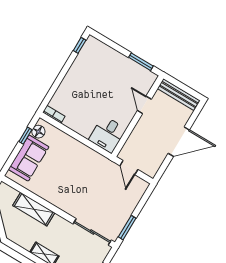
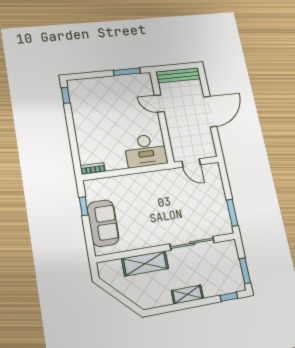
floor lamp: (38, 132) -> (92, 194), removed
desk: (107, 134) -> (146, 150), width x1.37
sliding door: (92, 232) -> (192, 243), moved

